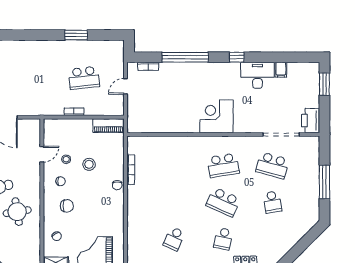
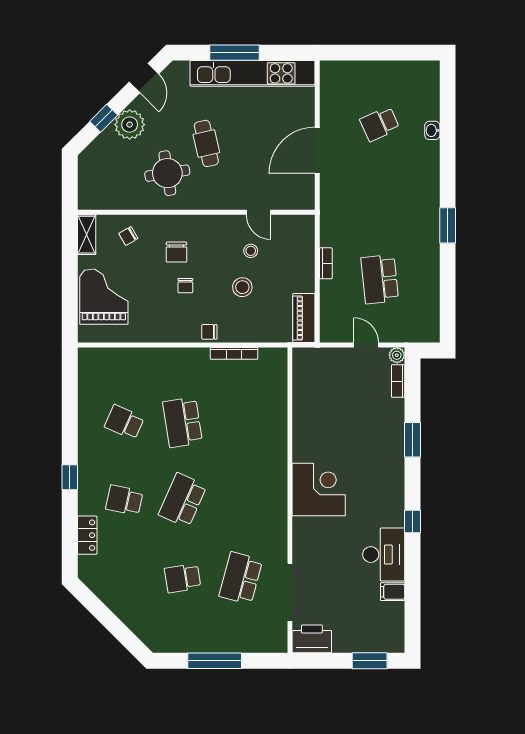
window: (76, 35) -> (448, 225), moved
window: (185, 57) -> (412, 440), width x0.47
plant: (132, 67) -> (397, 355), added
school desk: (223, 165) -> (183, 422), moved
chair: (61, 181) -> (185, 286), moved

